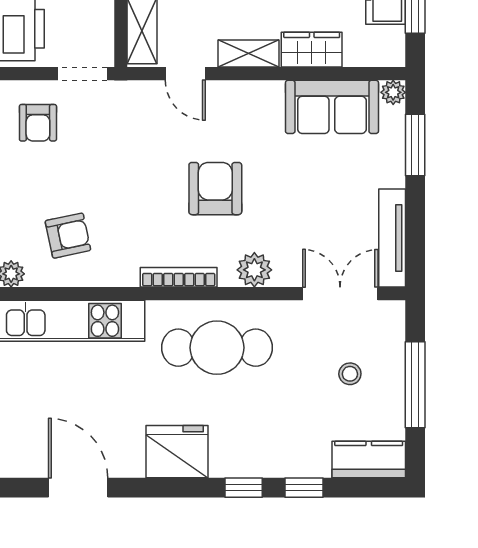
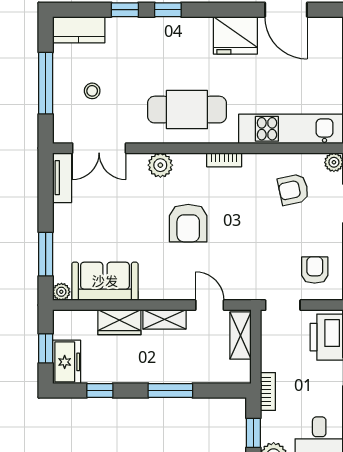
tv unit: (392, 238) -> (62, 178), width x0.71
bookcase: (179, 277) -> (224, 160), width x0.64
fridge: (177, 452) -> (235, 35), moved

